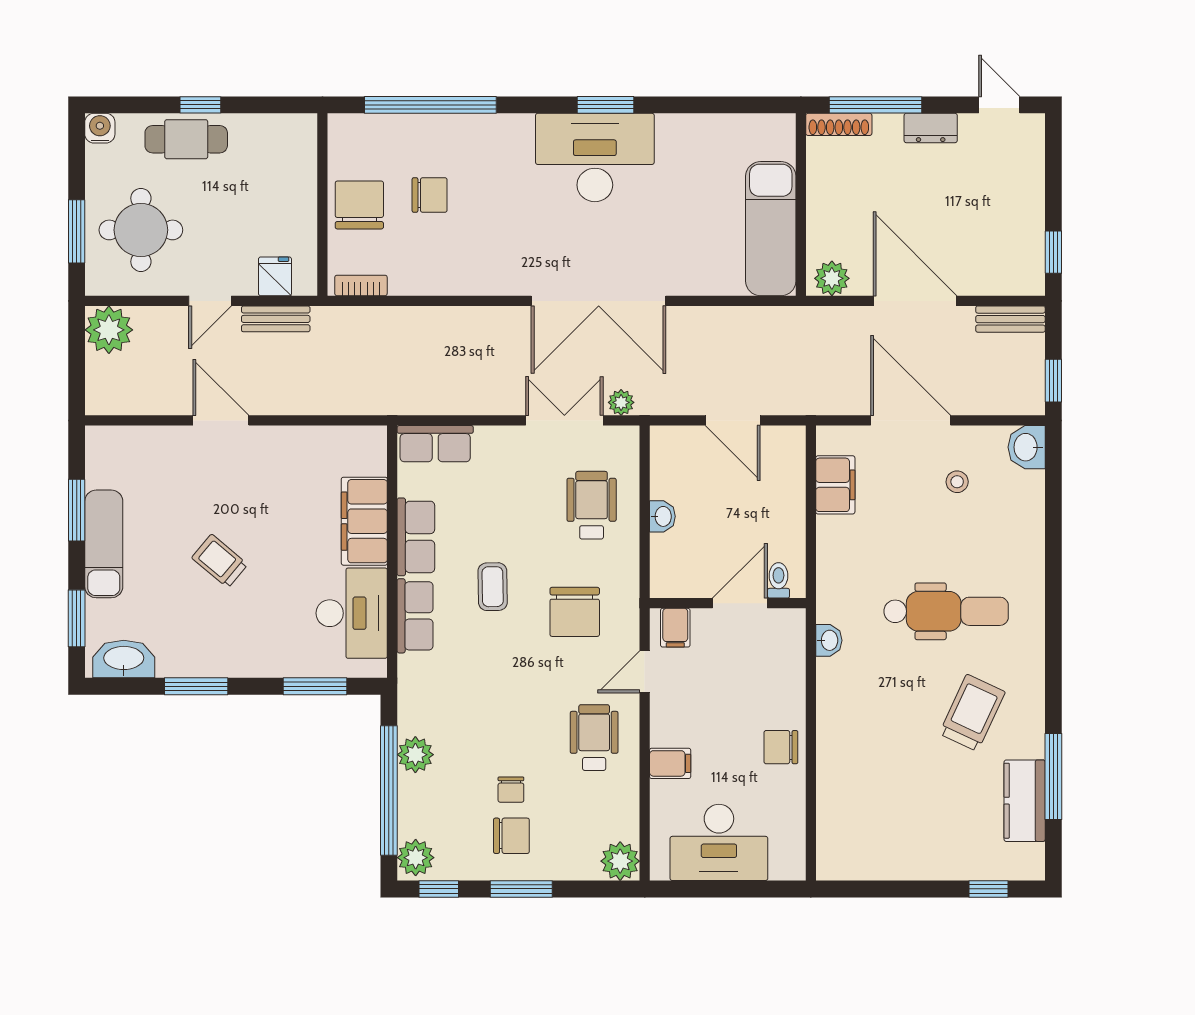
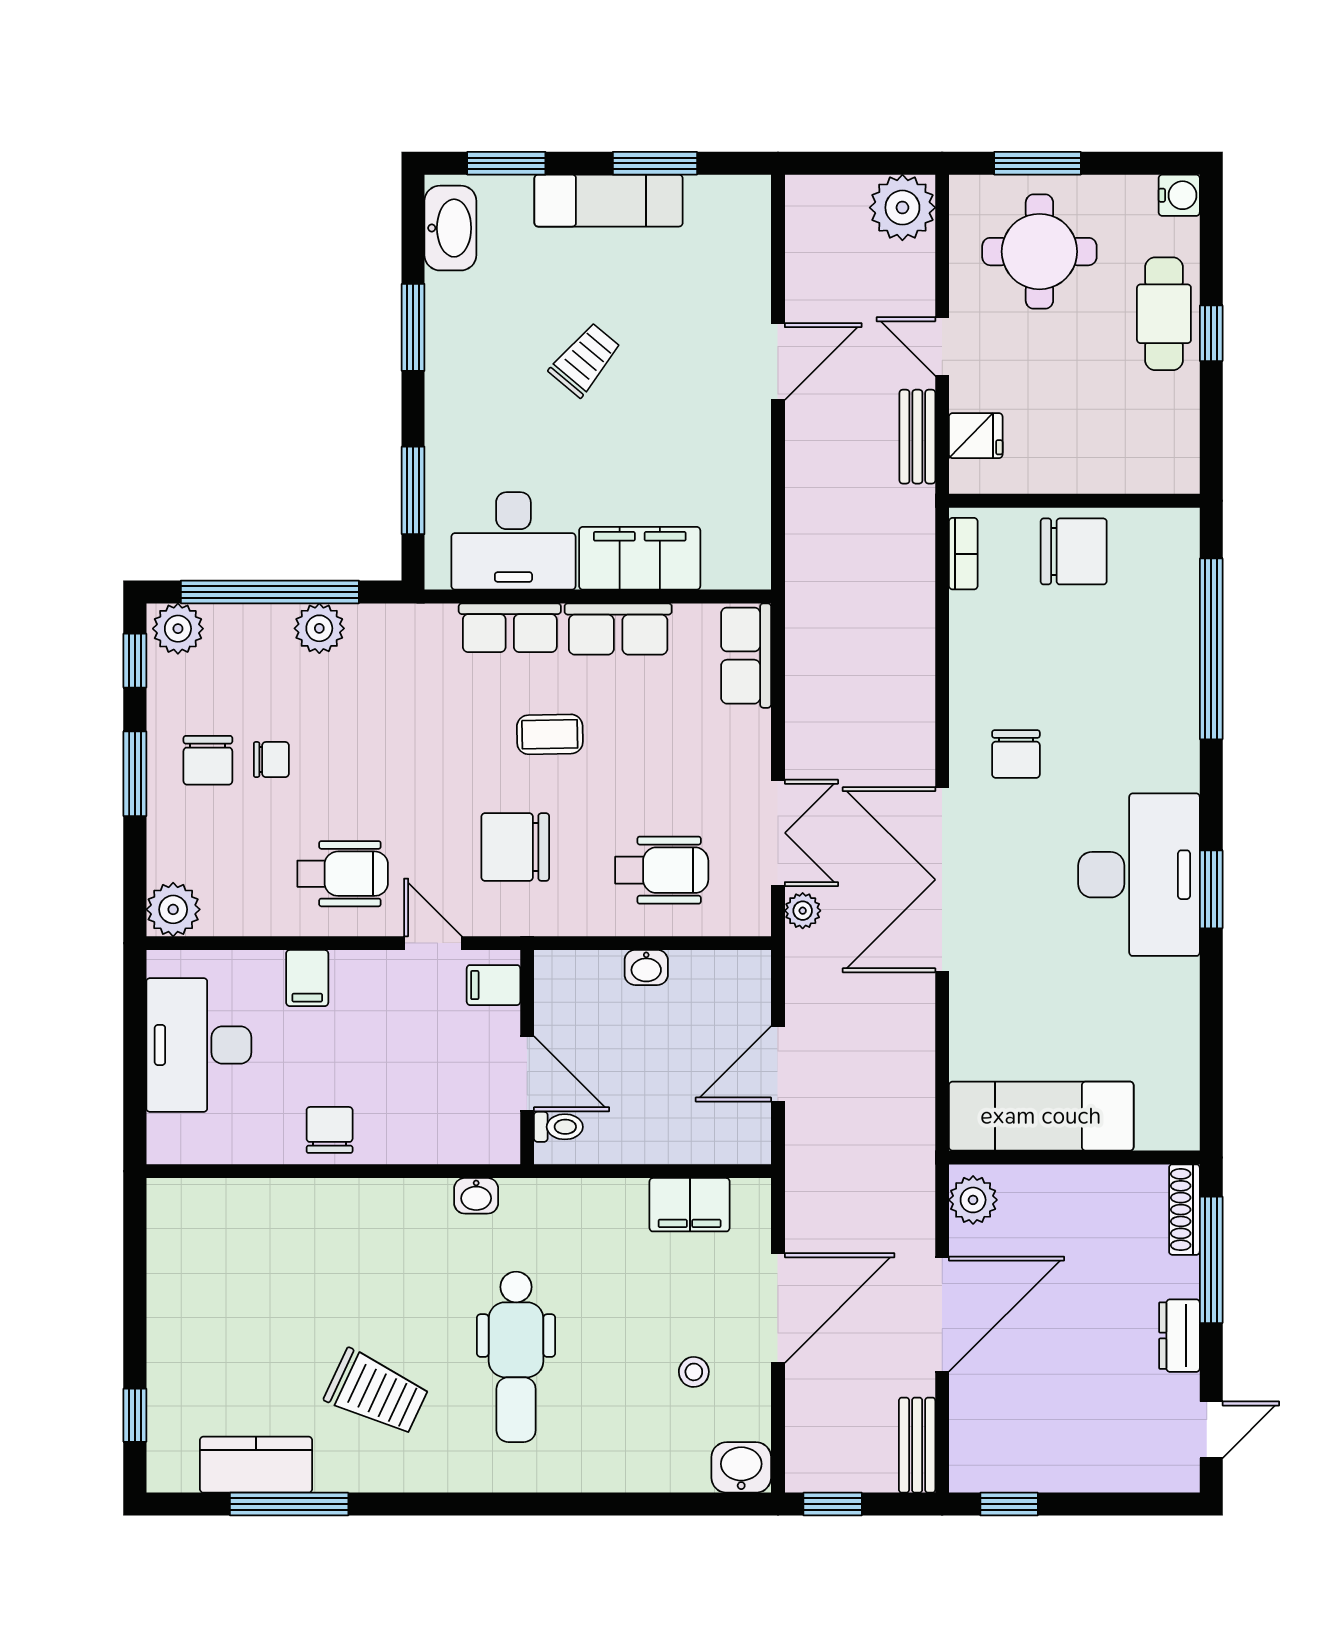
chair: (430, 195) -> (1016, 754), moved
chair: (511, 790) -> (271, 760), turned 180

